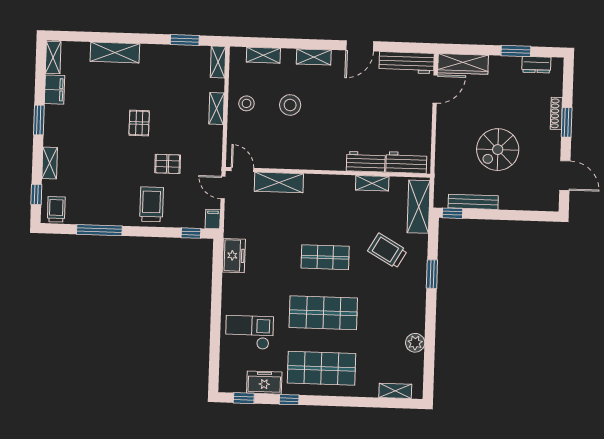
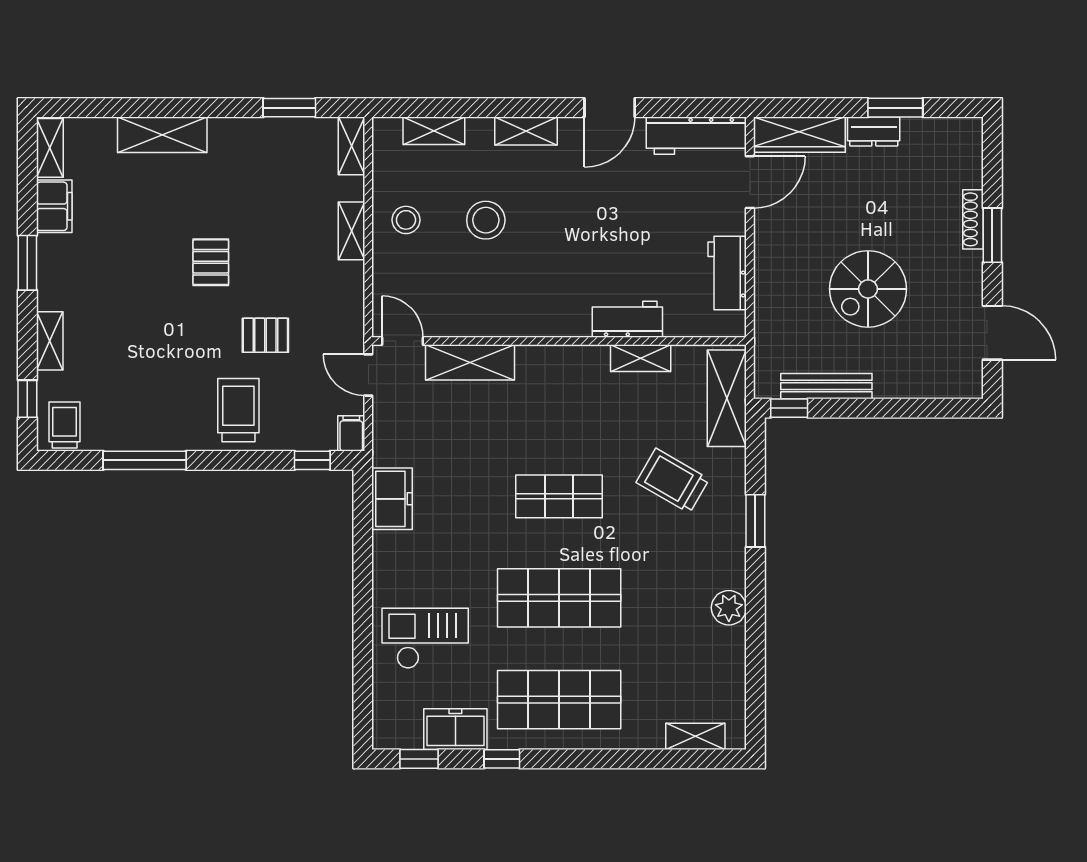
dresser: (536, 65) -> (874, 132), moved
workbench: (406, 162) -> (727, 273), moved, turned -90
plant: (415, 343) -> (729, 608), moved

